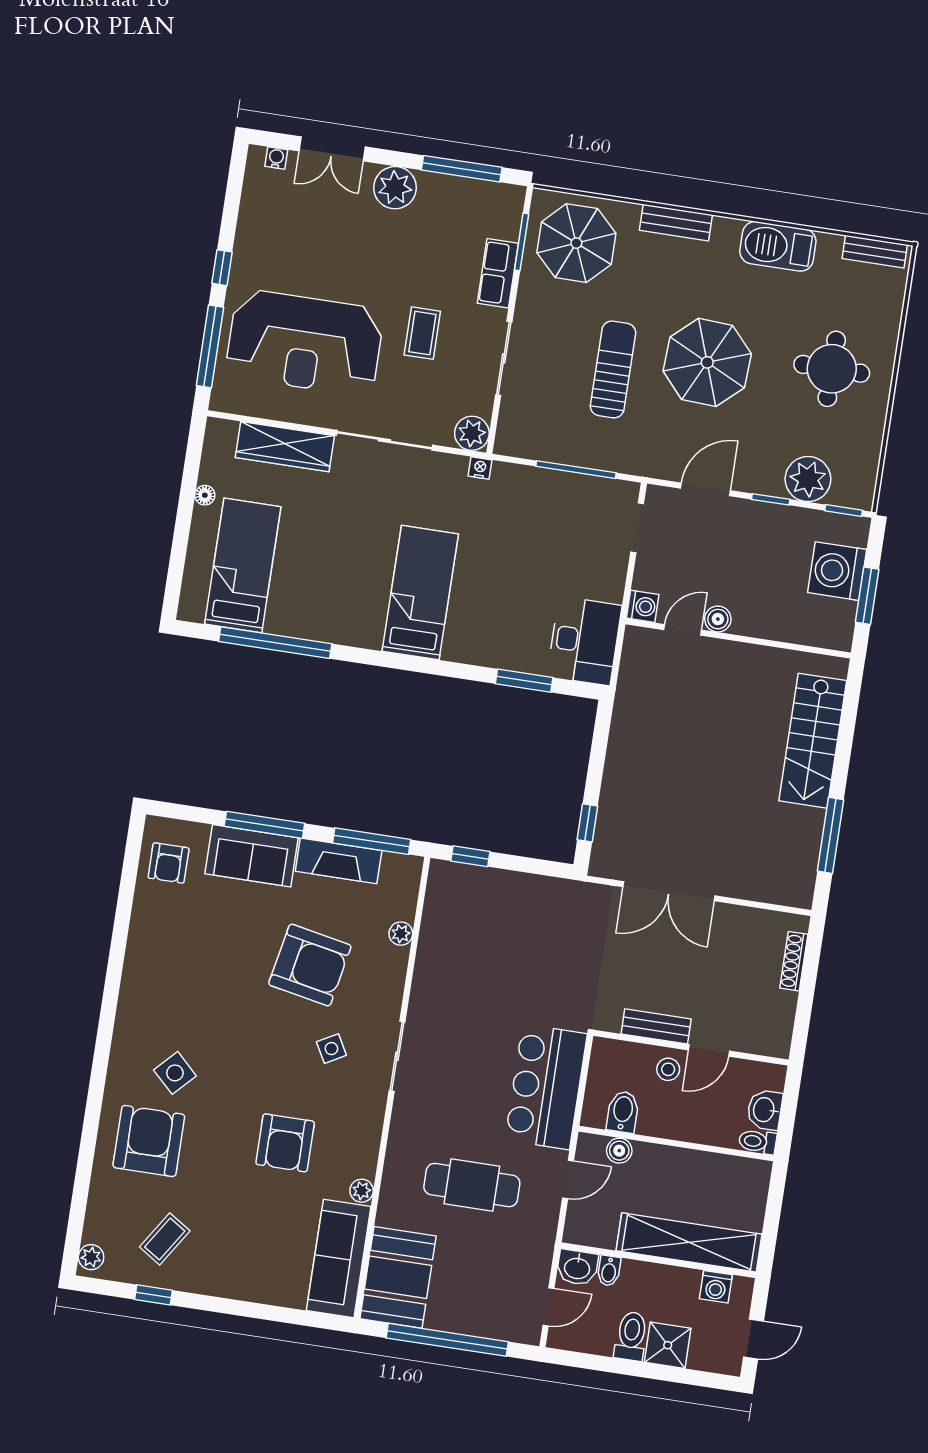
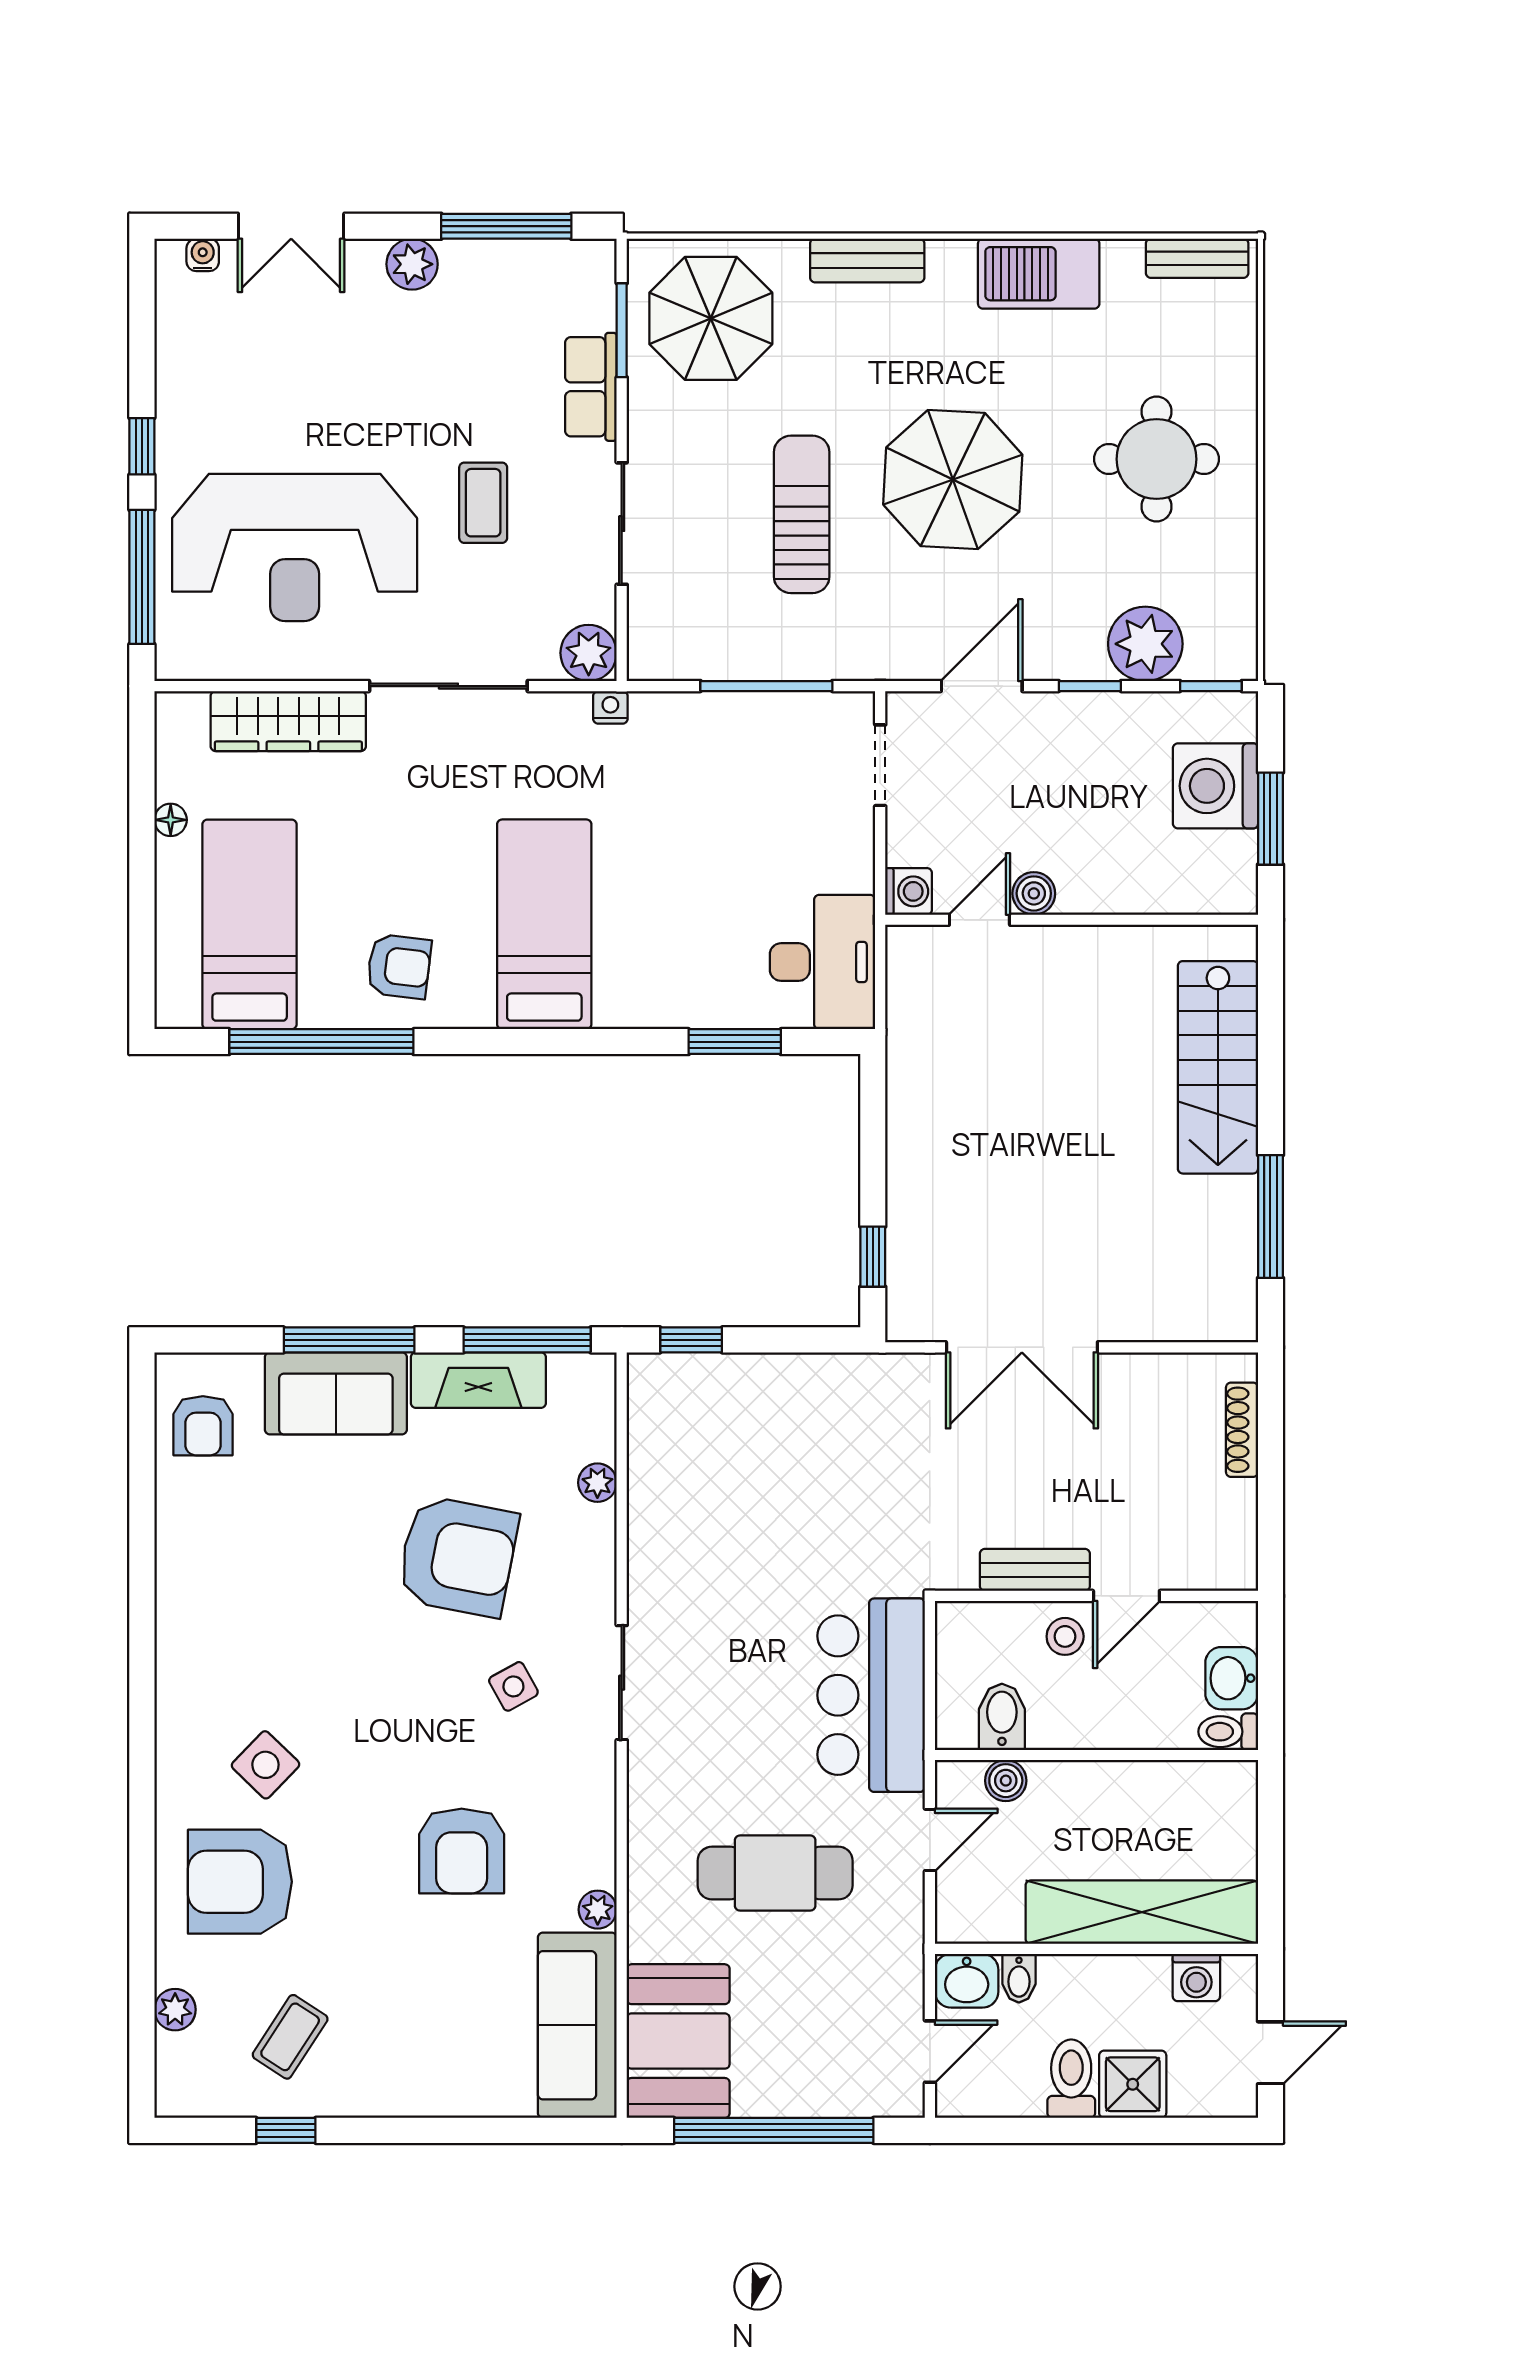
plant: (395, 188) -> (412, 264), width x0.73, depth x0.73
armchair: (329, 604) -> (399, 966), added
armchair: (149, 1141) -> (240, 1882), turned -90
plant: (91, 1257) -> (175, 2010), moved

